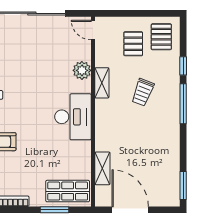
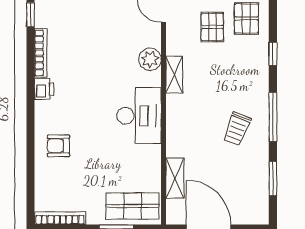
trolley: (143, 92) -> (237, 129), moved
window: (183, 104) -> (273, 117), moved
window: (183, 186) -> (273, 178), moved

